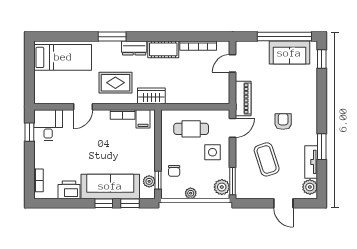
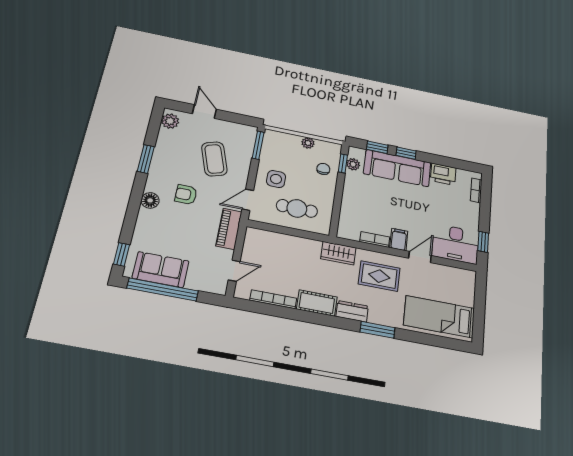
floor lamp: (310, 110) -> (150, 200), added
filing cabinet: (143, 119) -> (399, 239), moved
armchair: (283, 122) -> (186, 195), turned 90
desk: (48, 125) -> (455, 244), width x1.37
tv unit: (311, 162) -> (162, 146), removed
plant: (222, 187) -> (272, 142), removed

